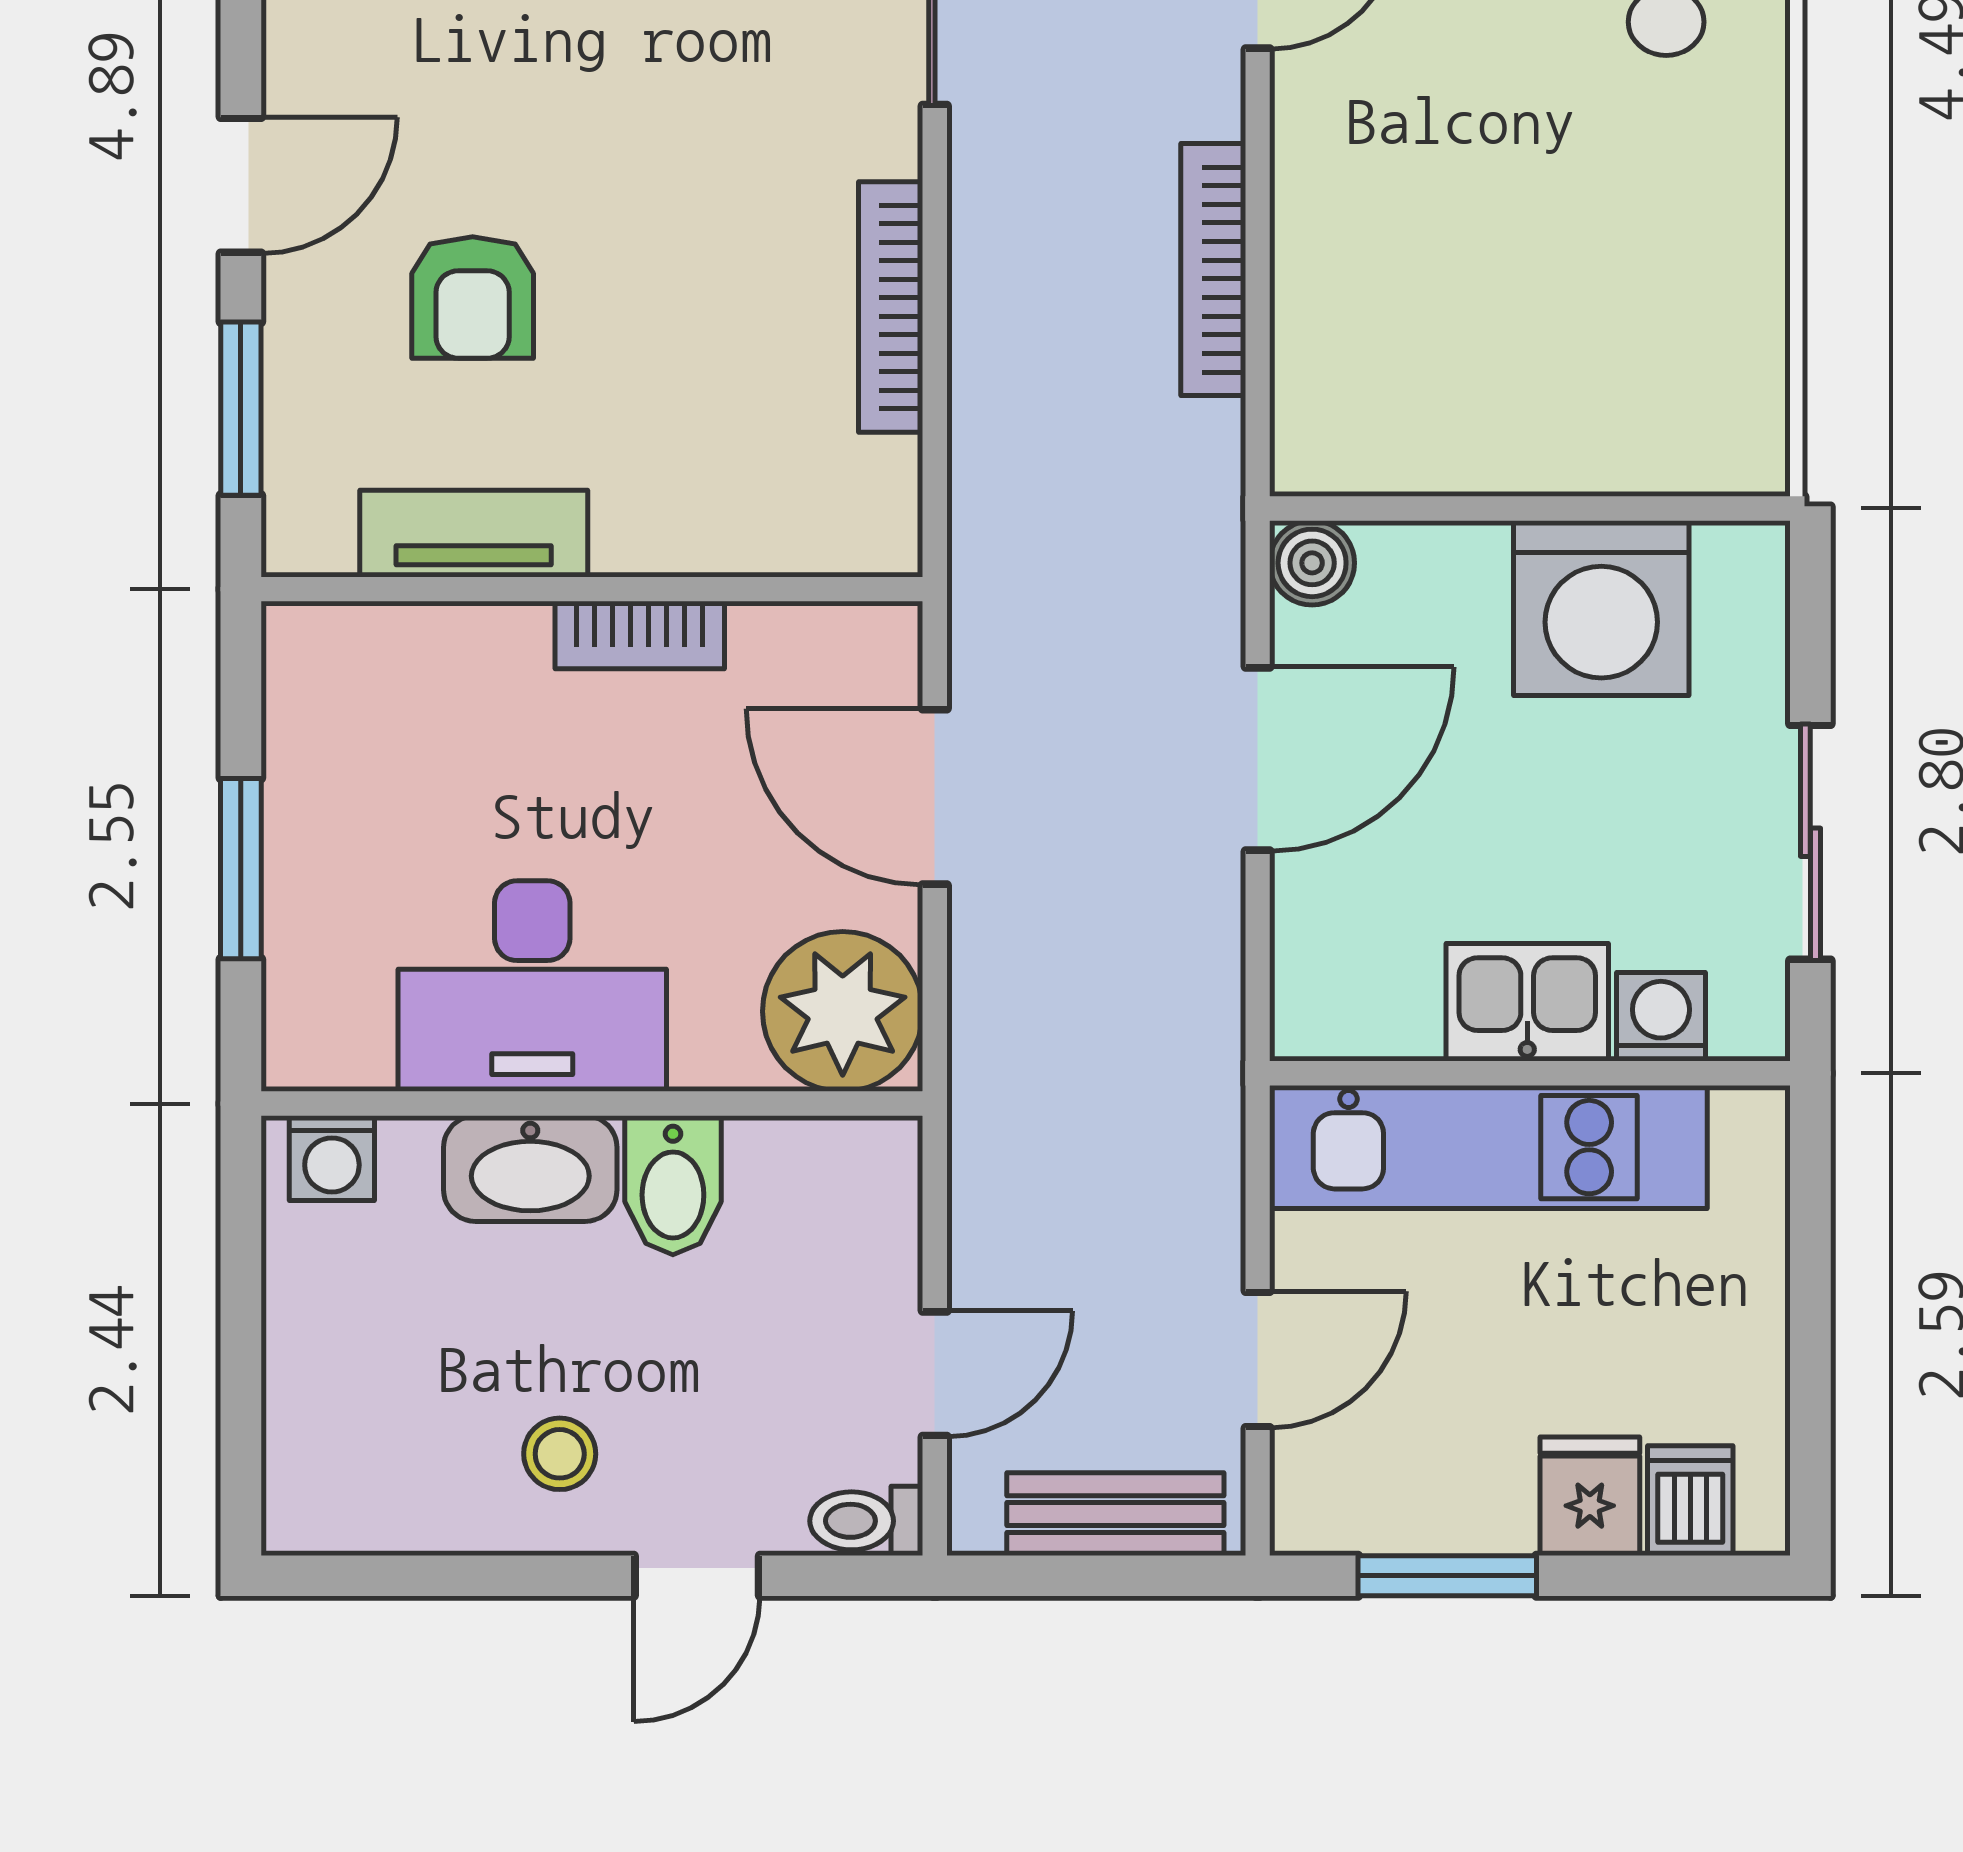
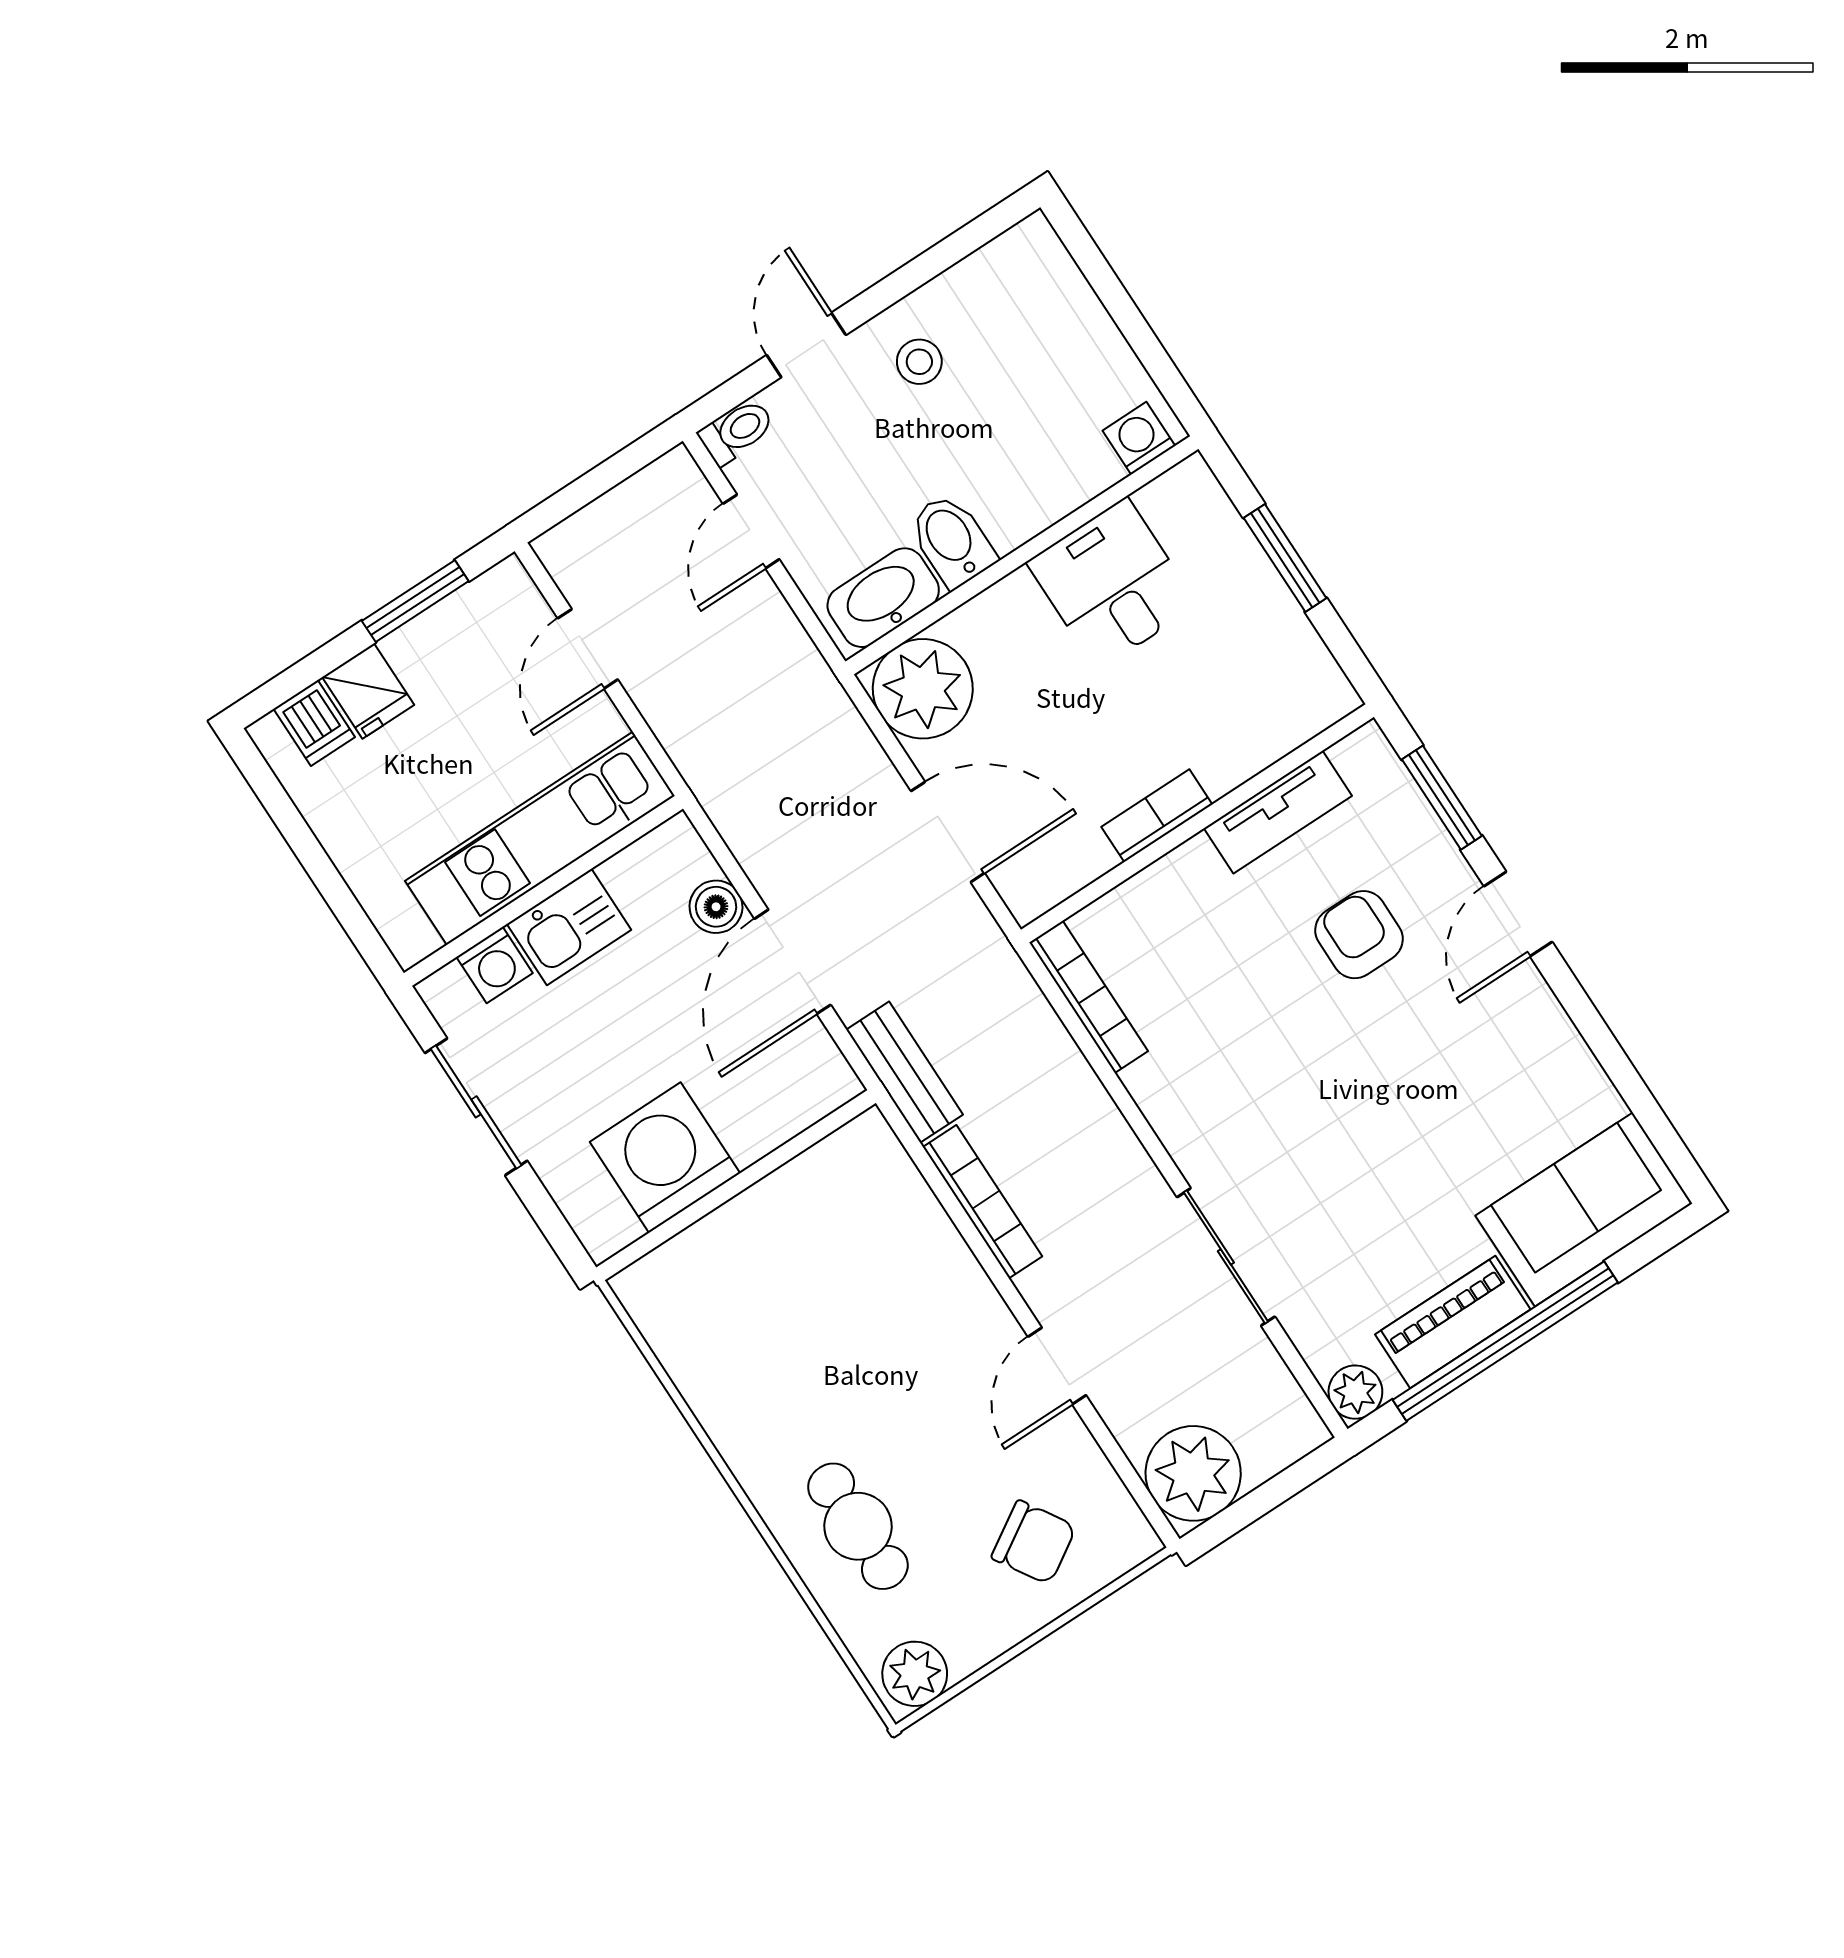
bookcase: (891, 307) -> (1089, 997), moved
boiler: (1312, 563) -> (716, 907), moved
desk: (532, 986) -> (1112, 584), width x0.73
washbasin: (530, 1169) -> (883, 598), moved
bench: (1115, 1514) -> (905, 1072), moved, turned 90

